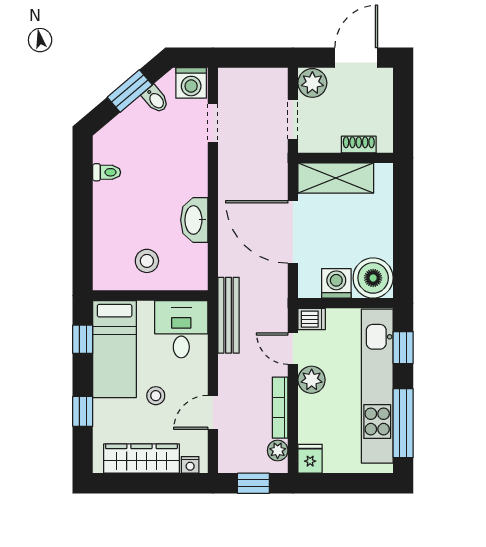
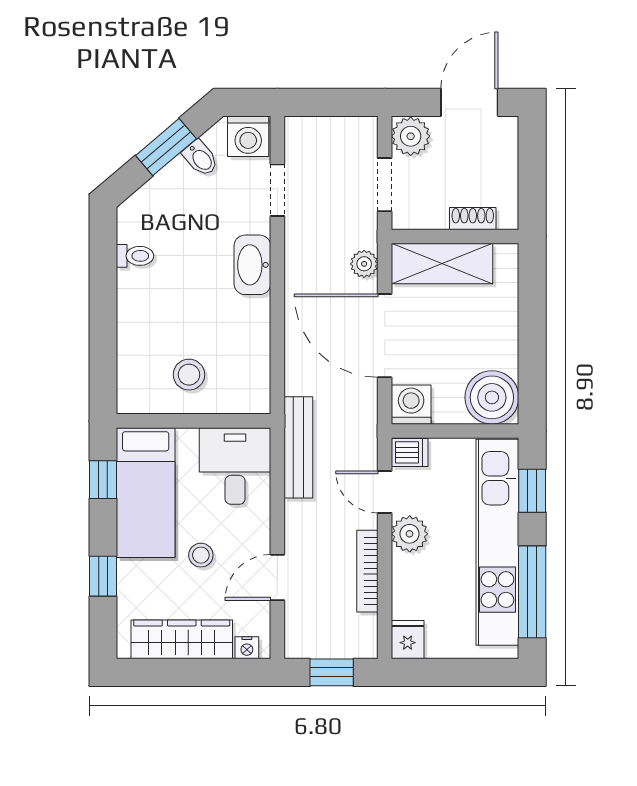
washbasin: (194, 220) -> (252, 265), moved
washing machine: (336, 283) -> (411, 405), moved
plant: (278, 450) -> (364, 264), moved

